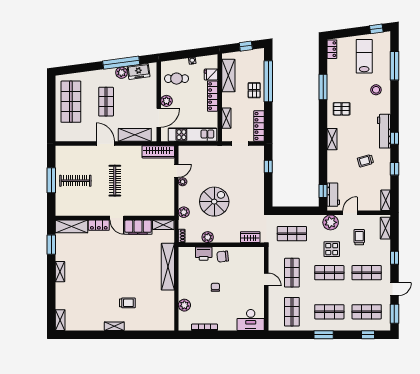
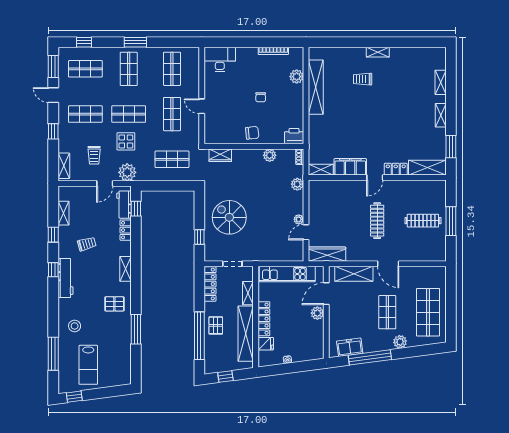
locker: (332, 49) -> (126, 230), moved
plant: (122, 73) -> (400, 342), moved
shelving: (228, 76) -> (246, 334), width x1.47
cafe table: (177, 79) -> (306, 339), removed
shelving: (386, 200) -> (63, 213), moved
spiral stairs: (214, 202) -> (229, 217), moved, turned 90
door: (117, 218) -> (375, 178), swing flipped
printer: (204, 254) -> (294, 136), moved
shelving: (168, 267) -> (316, 87), moved
door: (394, 289) -> (53, 95), hinge flipped
shop shelf: (329, 312) -> (129, 69), turned 90
shelving: (60, 320) -> (441, 82), moved

